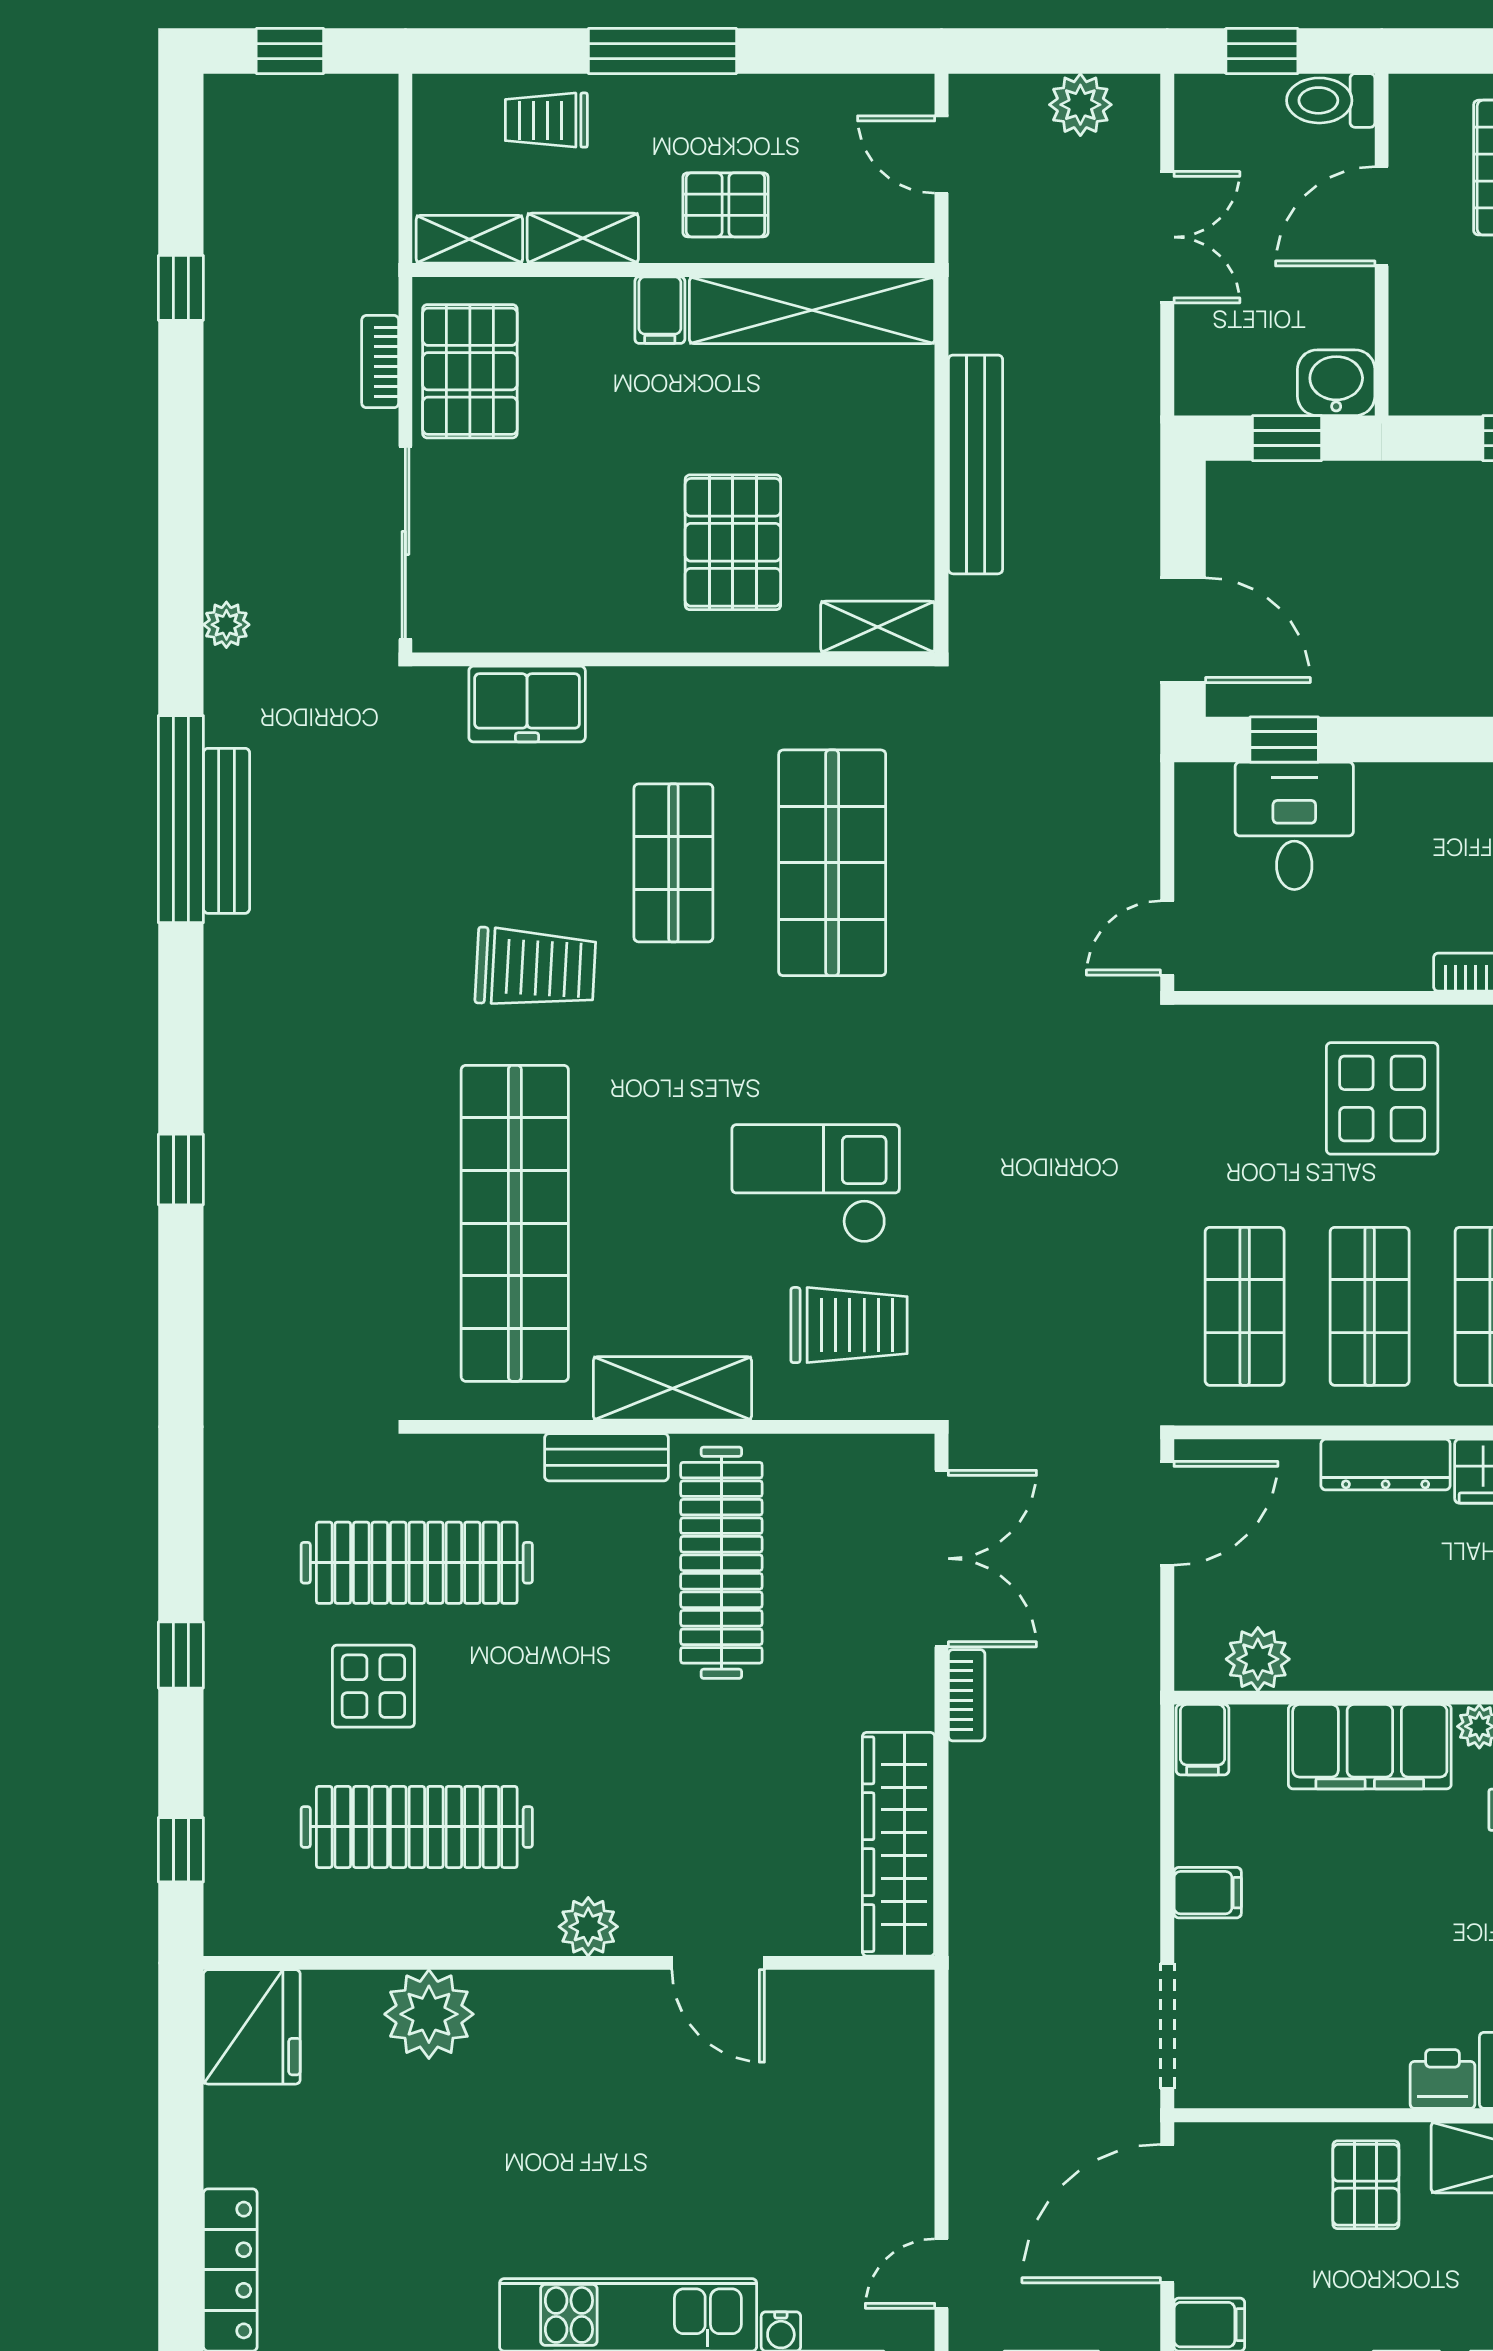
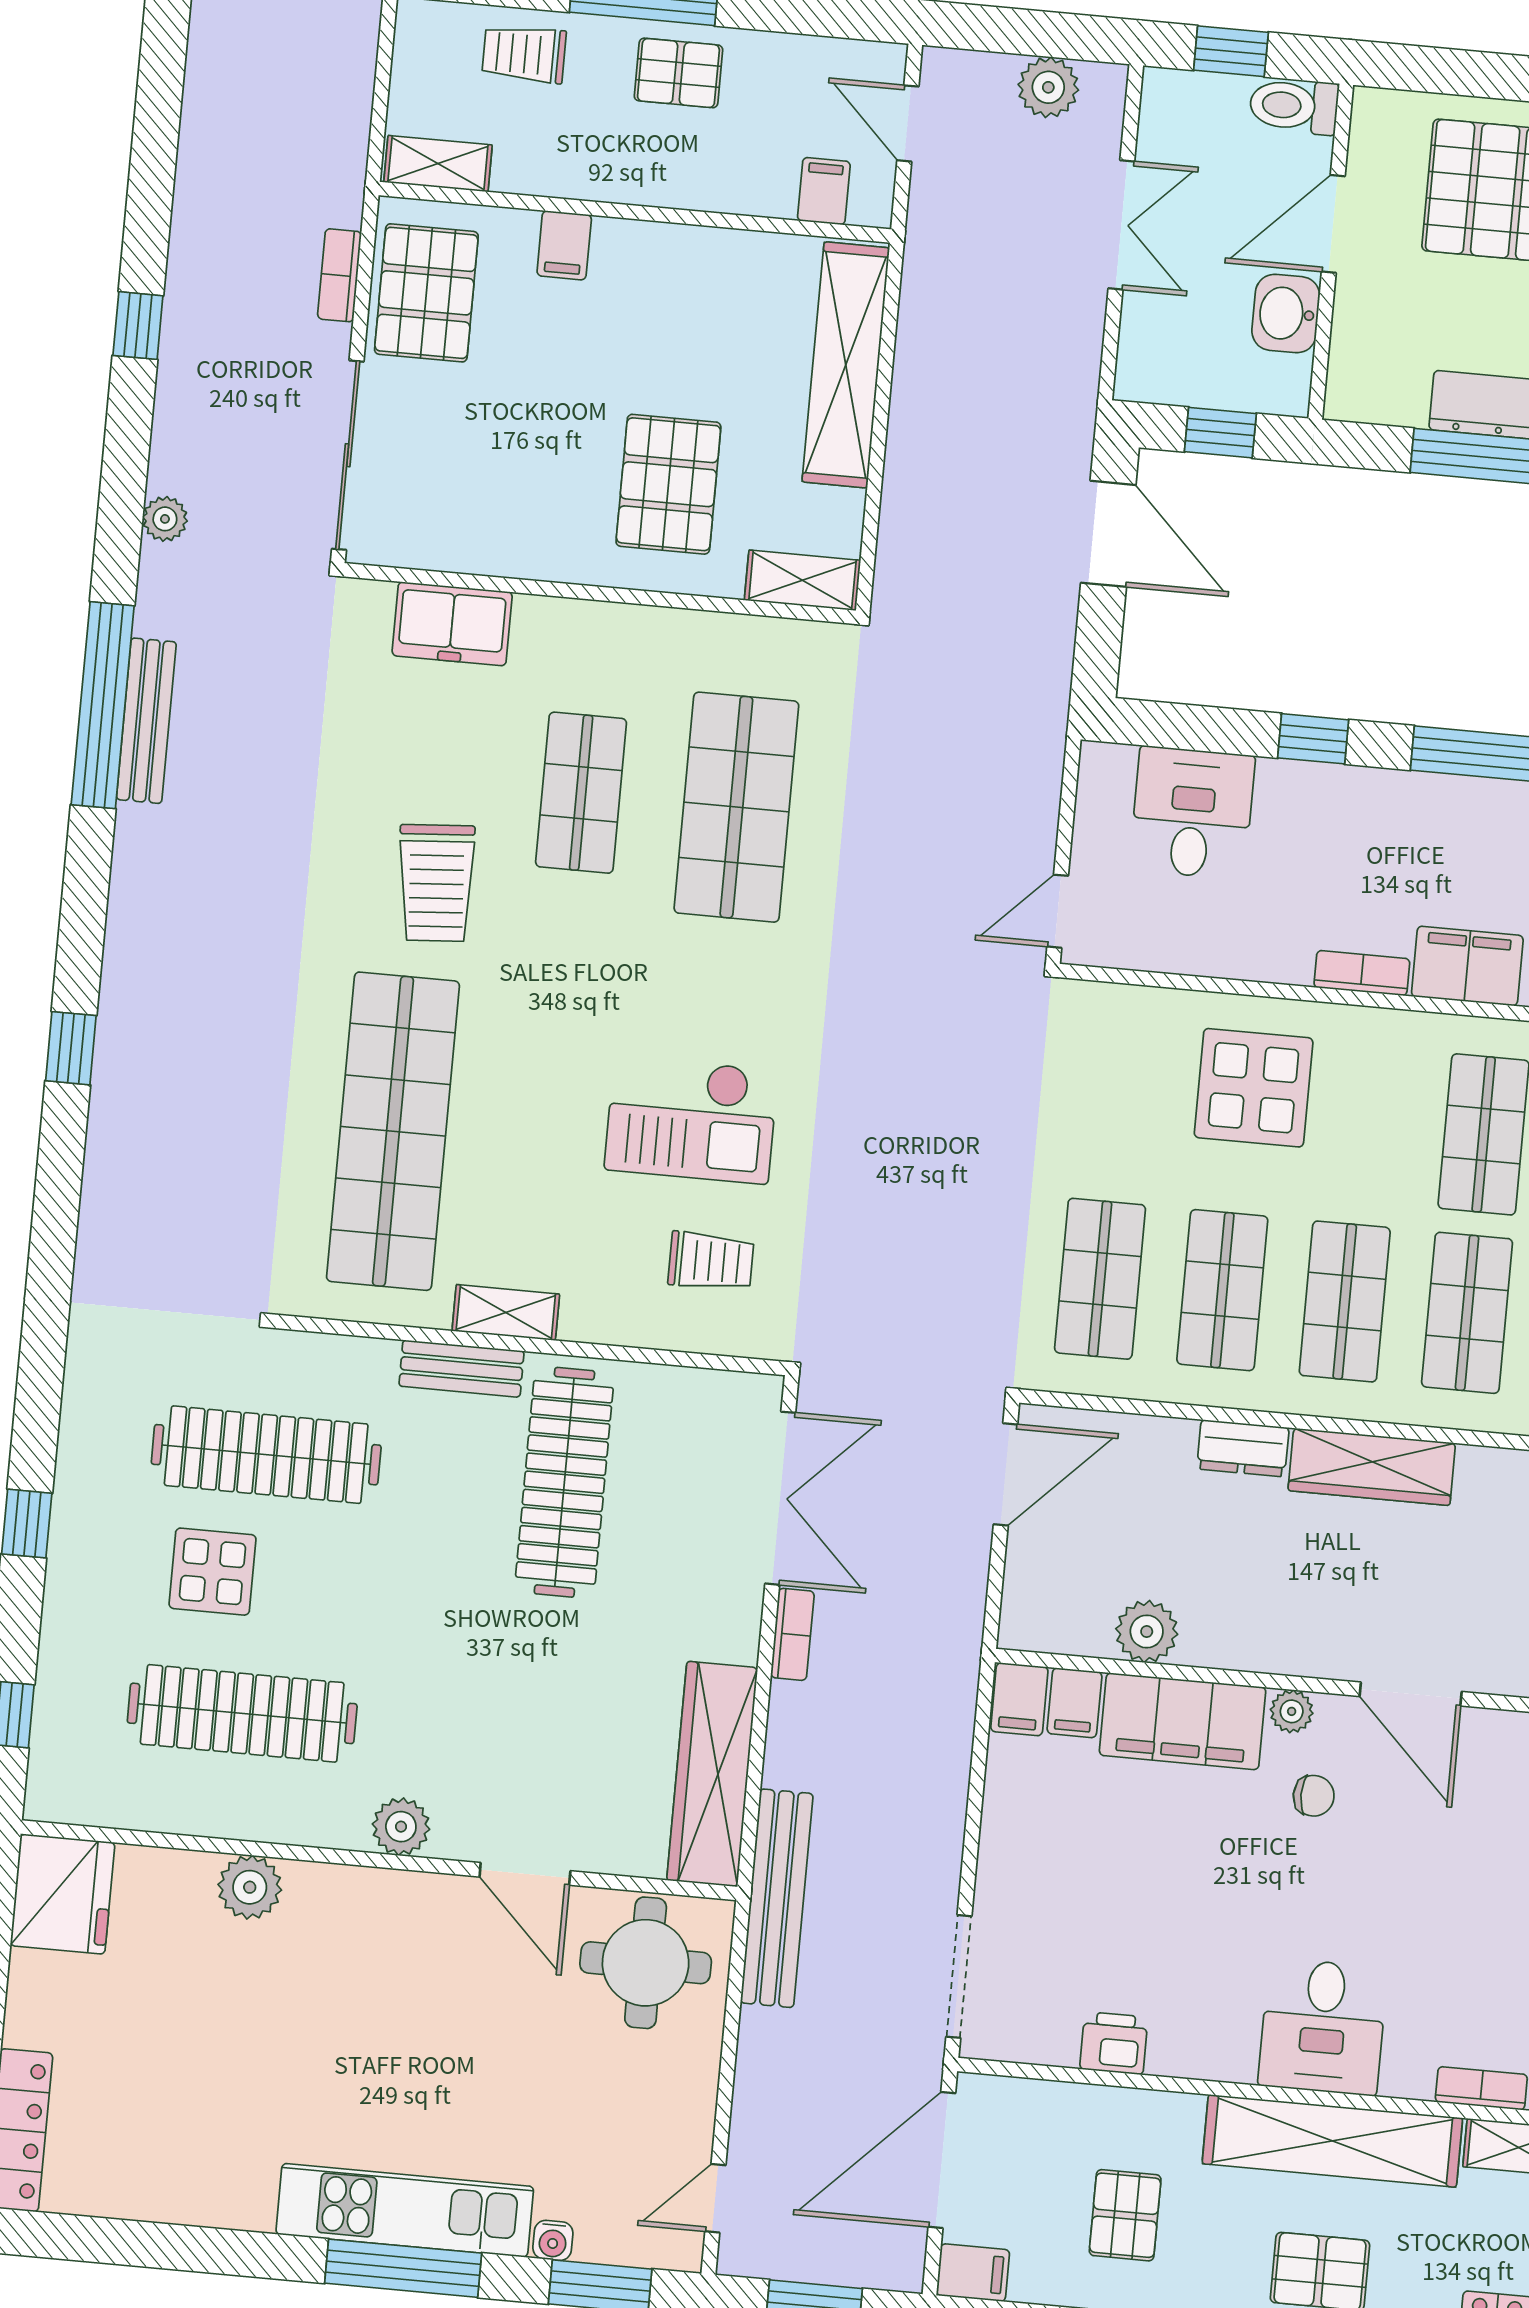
pallet: (725, 205) -> (678, 73), moved
filing cabinet: (863, 231) -> (824, 191), added
shelving: (583, 238) -> (549, 173), removed
window: (181, 288) -> (138, 326), moved
filing cabinet: (660, 310) -> (564, 245), moved
shelving: (812, 310) -> (846, 365), moved, turned 90
washbasin: (1336, 383) -> (1286, 313), moved, turned -90
bench: (975, 464) -> (777, 1898), moved
door: (1183, 630) -> (1108, 534), moved
window: (1284, 739) -> (1313, 739), moved
trolley: (535, 968) -> (436, 883), turned 83
checkout: (816, 1184) -> (691, 1120), turned 180
trolley: (849, 1325) -> (711, 1261), width x0.73, depth x0.72
shelving: (672, 1388) -> (506, 1313), width x0.67, depth x0.75
dresser: (1386, 1465) -> (1243, 1448), width x0.70
plant: (1258, 1659) -> (1147, 1631), moved
filing cabinet: (1208, 1893) -> (1075, 1703), moved, turned 90
plant: (429, 2014) -> (250, 1887), width x0.73, depth x0.73
round table: (849, 2042) -> (646, 1963), added
printer: (1443, 2079) -> (1114, 2043), moved
pallet: (1366, 2185) -> (1125, 2215), moved

